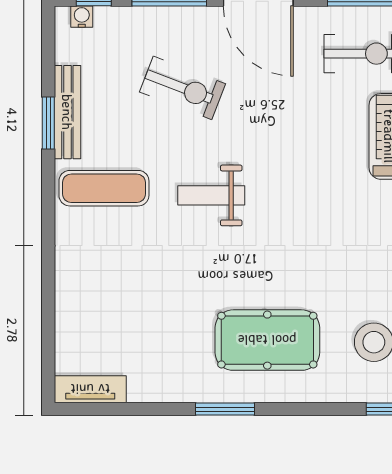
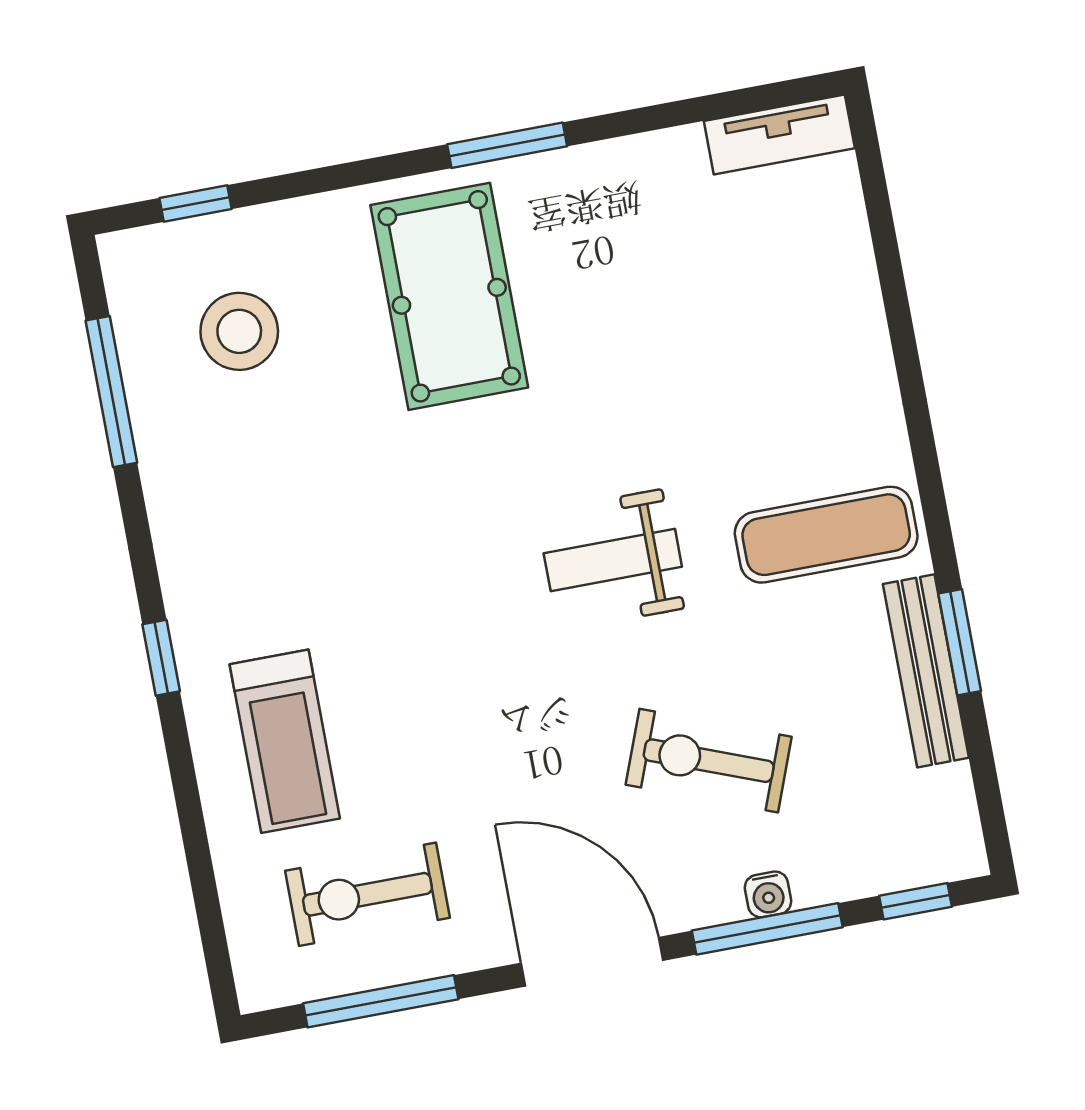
water cooler: (82, 17) -> (768, 894), moved
weight bench: (211, 195) -> (613, 560), turned 180
pool table: (267, 340) -> (449, 296), turned 90

